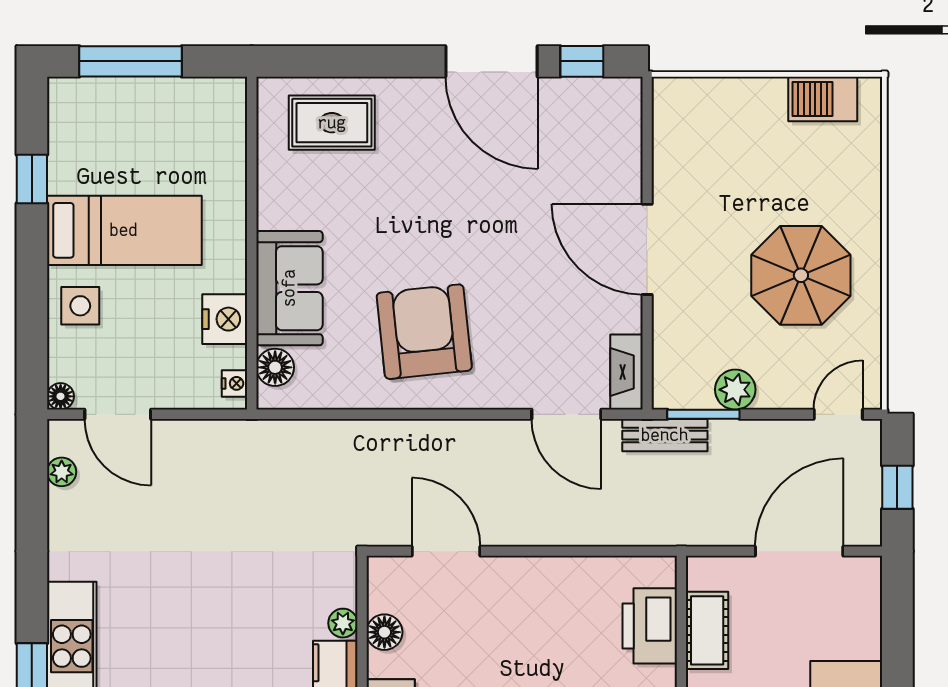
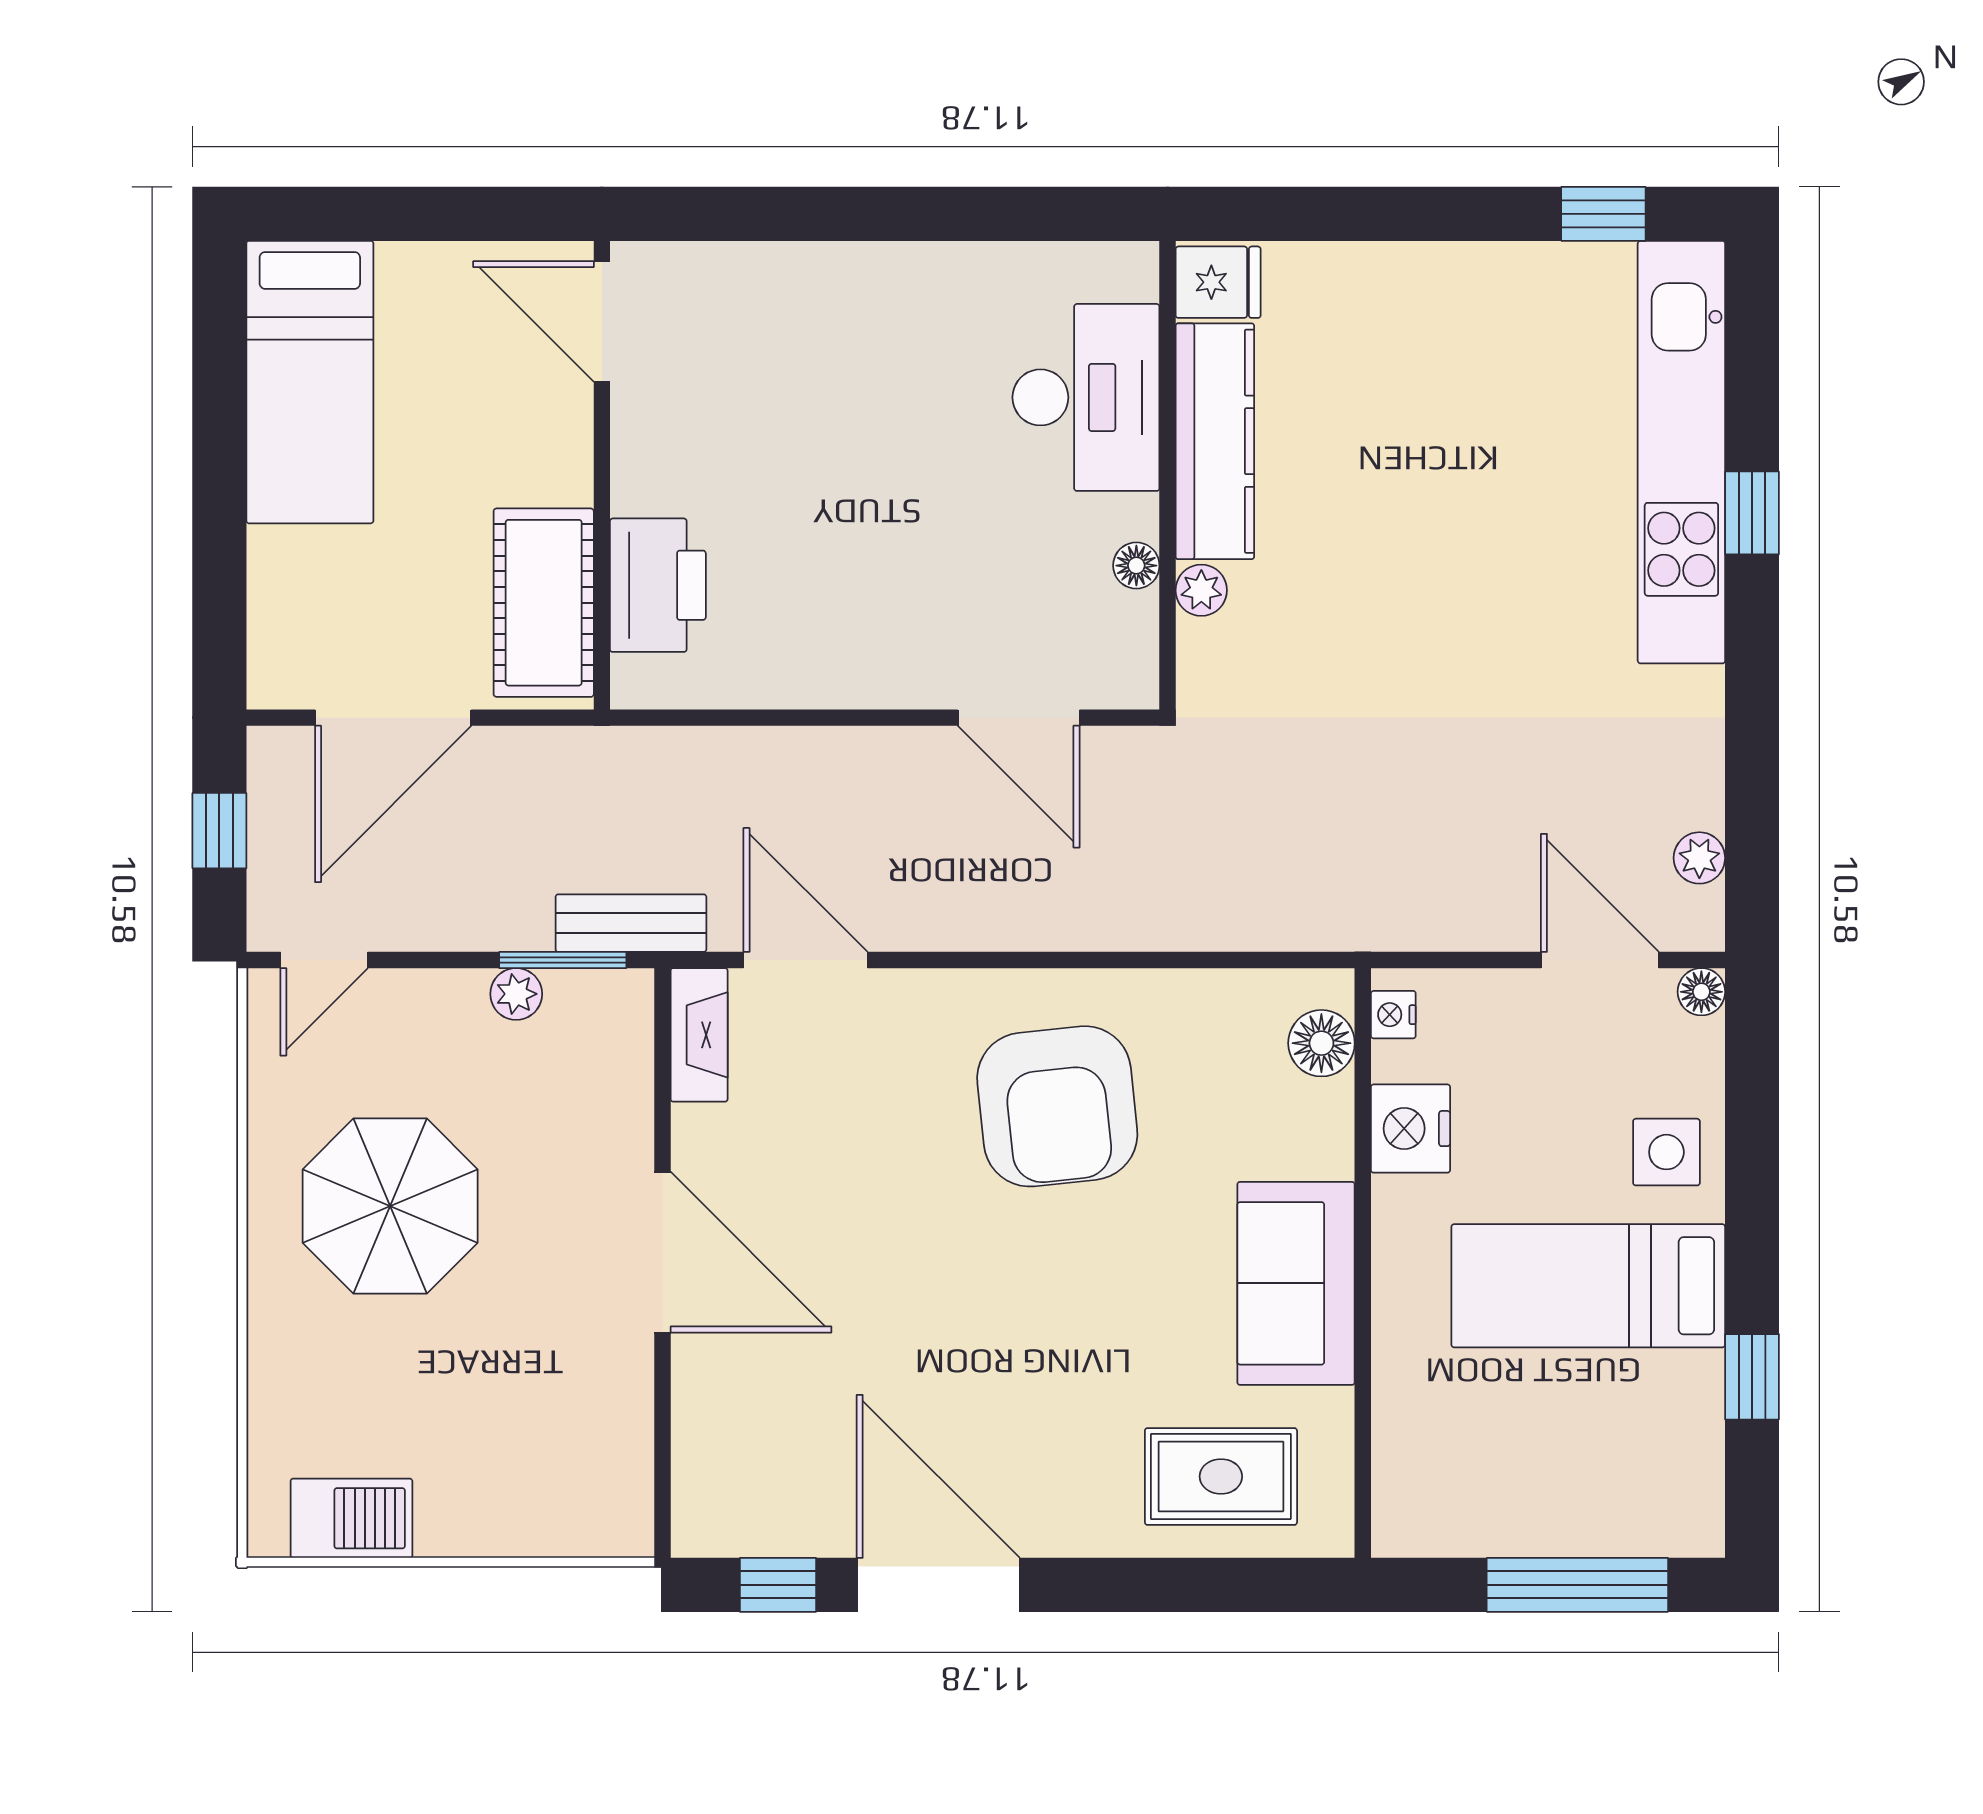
sofa: (289, 288) -> (1296, 1283), moved
plant: (735, 390) -> (516, 994), width x0.73, depth x0.73
cot: (707, 630) -> (544, 603), width x1.37, depth x1.34
floor lamp: (384, 632) -> (1136, 566), width x0.73, depth x0.73

